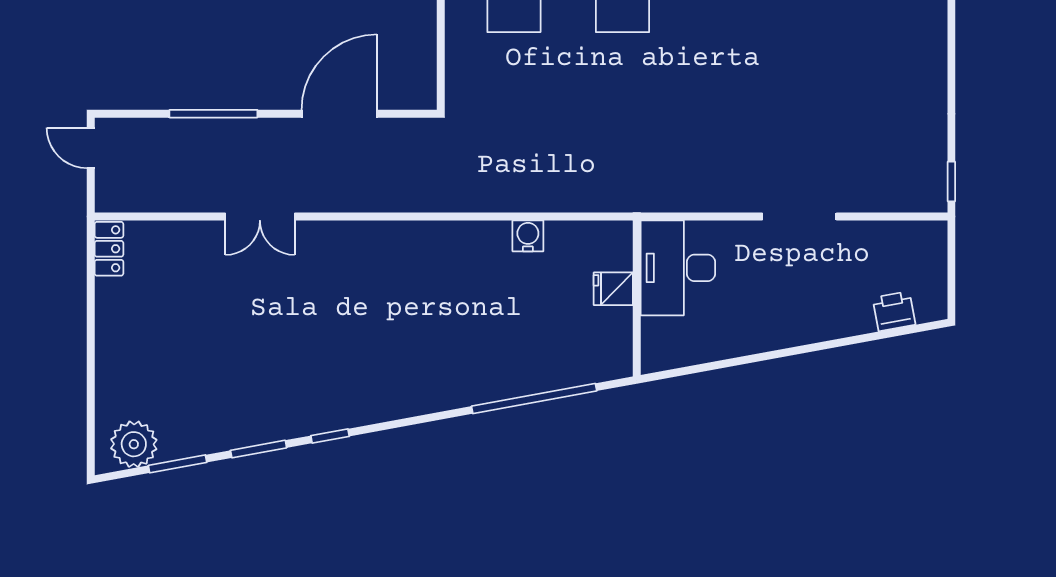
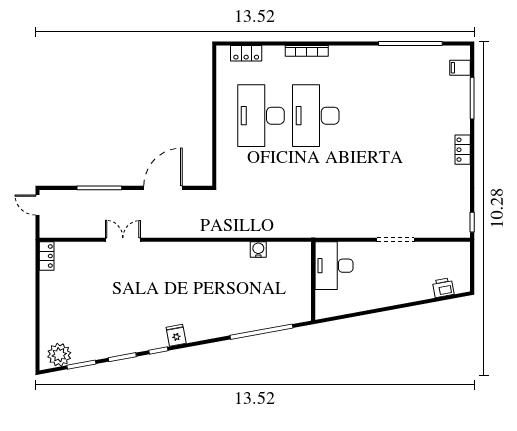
locker: (933, 38) -> (463, 150), added
double door: (260, 216) -> (123, 240), swing flipped
fridge: (613, 289) -> (176, 335), moved, turned 80

